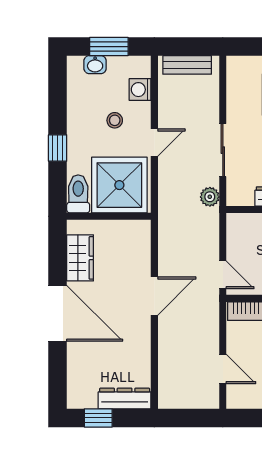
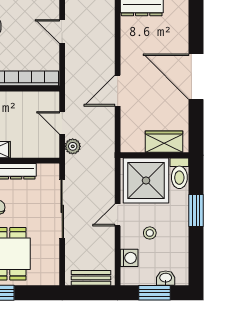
window: (58, 148) -> (196, 211), width x1.50
sliding door: (223, 150) -> (62, 209), width x1.37
plant: (210, 197) -> (73, 146), moved
wardrobe: (80, 258) -> (164, 142), moved, turned 90
door: (223, 275) -> (62, 123), moved

